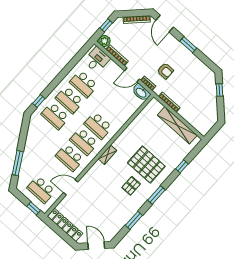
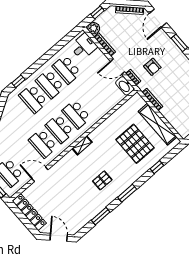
pallet: (146, 165) -> (135, 144), moved

